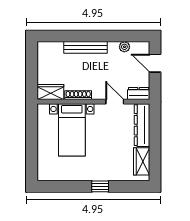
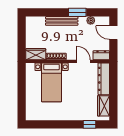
window: (106, 36) -> (77, 12), added
window: (100, 186) -> (89, 124), moved

